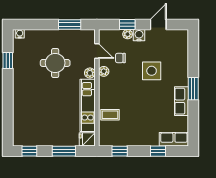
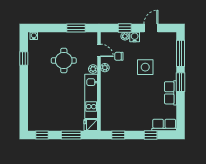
window: (193, 55) -> (181, 53), added
coffee table: (110, 115) -> (110, 104), removed

